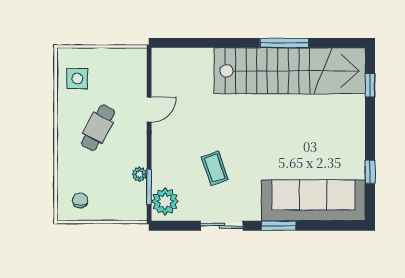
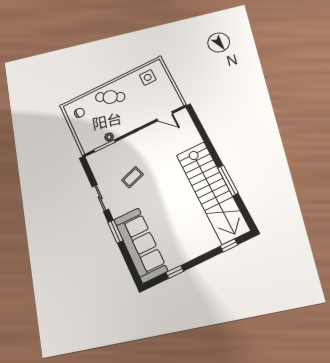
door: (149, 109) -> (165, 116), moved
cafe table: (98, 128) -> (110, 97), moved
plant: (165, 201) -> (100, 159), removed

